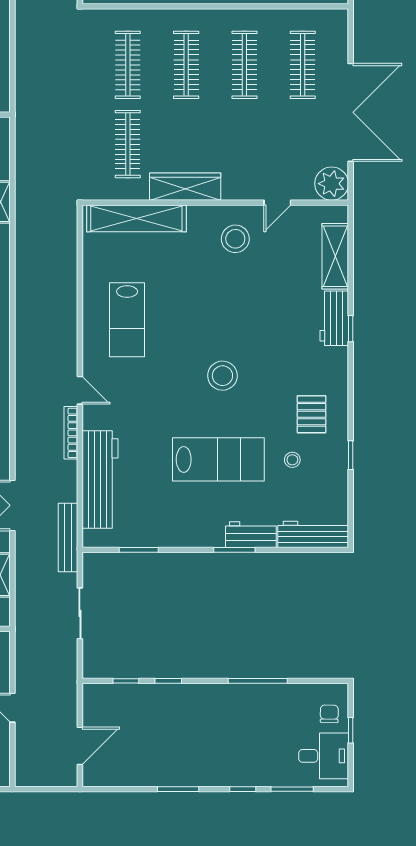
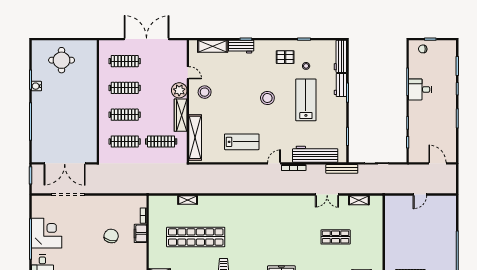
plant: (332, 184) -> (179, 90), moved
desk: (324, 756) -> (420, 89), moved, turned -90

